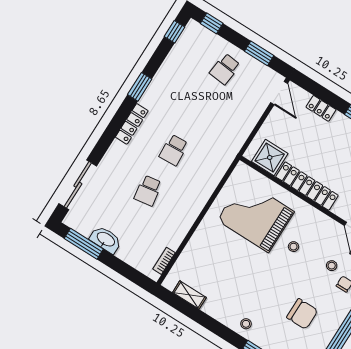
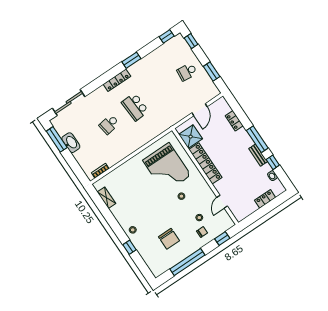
door: (279, 93) -> (200, 110), moved
school desk: (174, 150) -> (135, 107), width x1.85
grand piano: (256, 216) -> (167, 168), turned 180

